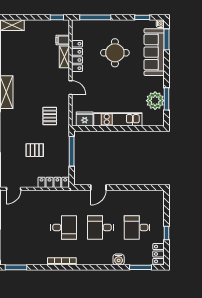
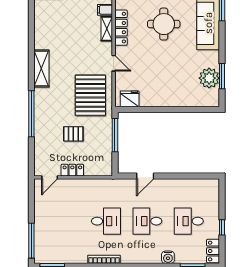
pallet: (50, 116) -> (90, 95), width x2.05, depth x2.00
kitchen unit: (118, 119) -> (167, 99), removed
locker: (53, 182) -> (72, 170), moved, width x0.66

